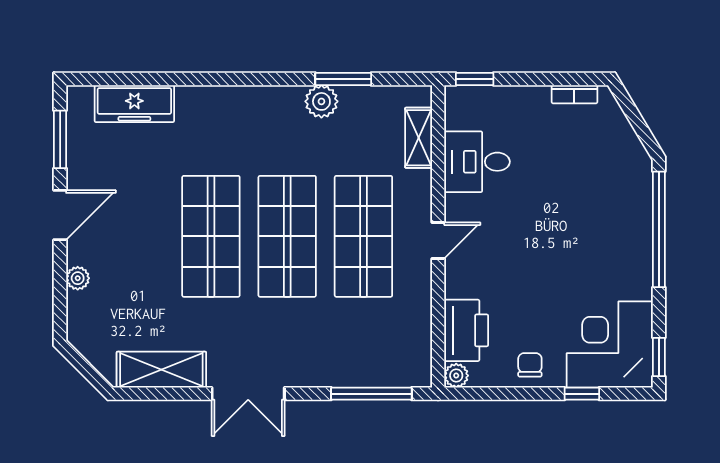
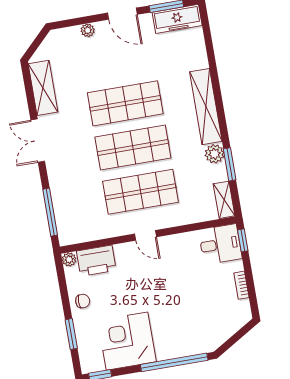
bookcase: (574, 94) -> (241, 285), moved
shelving: (240, 102) -> (206, 107), added
freezer: (134, 104) -> (177, 19), moved, turned -90
shelving: (419, 138) -> (224, 200), moved, turned 90
desk: (477, 162) -> (220, 244), moved, turned 90
corner desk: (610, 344) -> (127, 341), moved, turned -90
window: (582, 394) -> (71, 334), width x1.50

